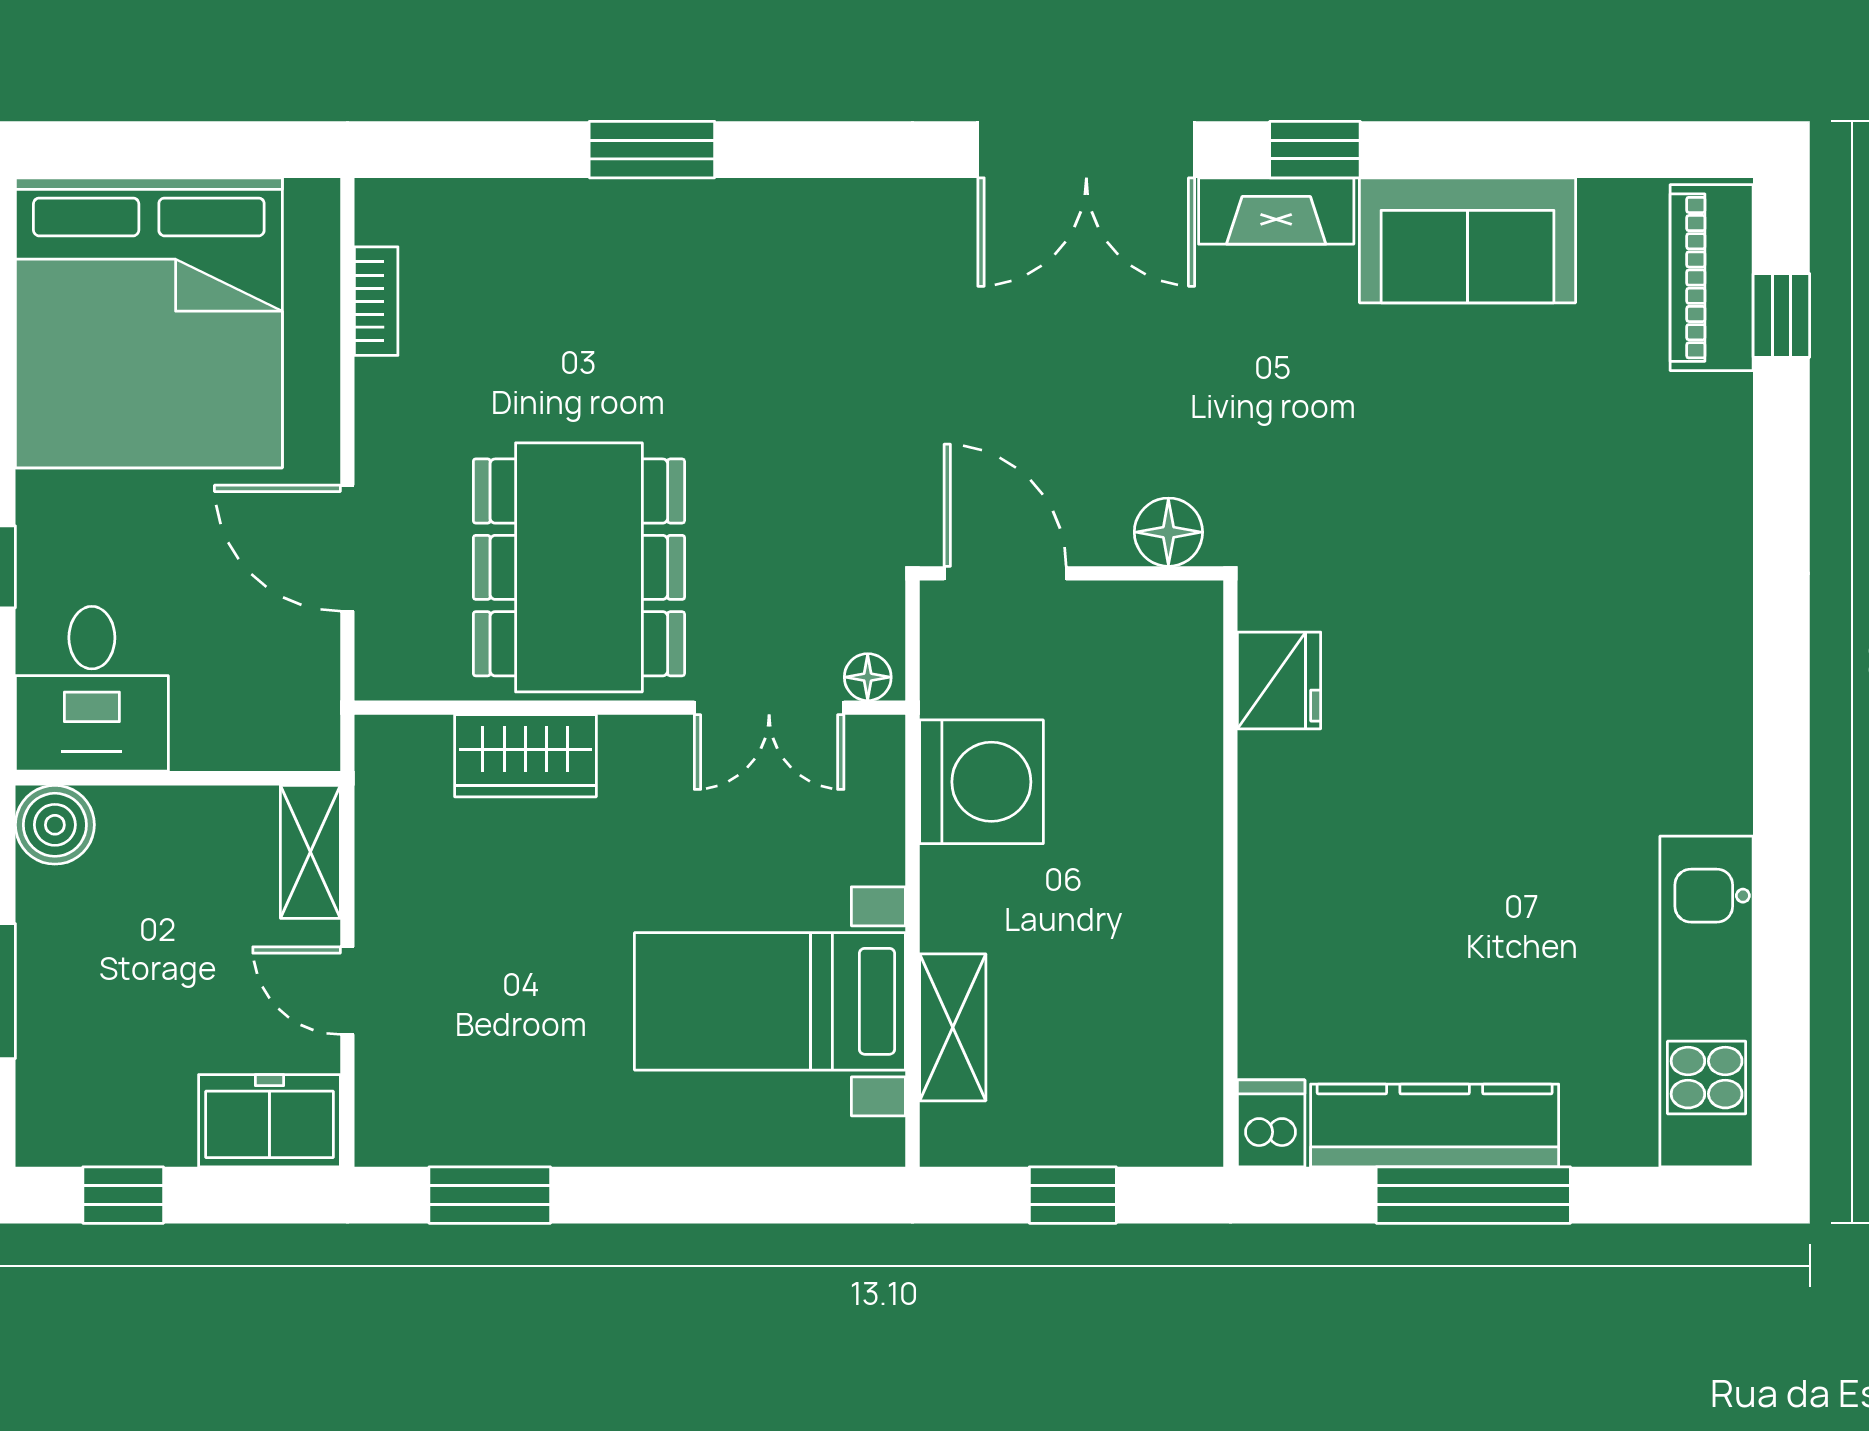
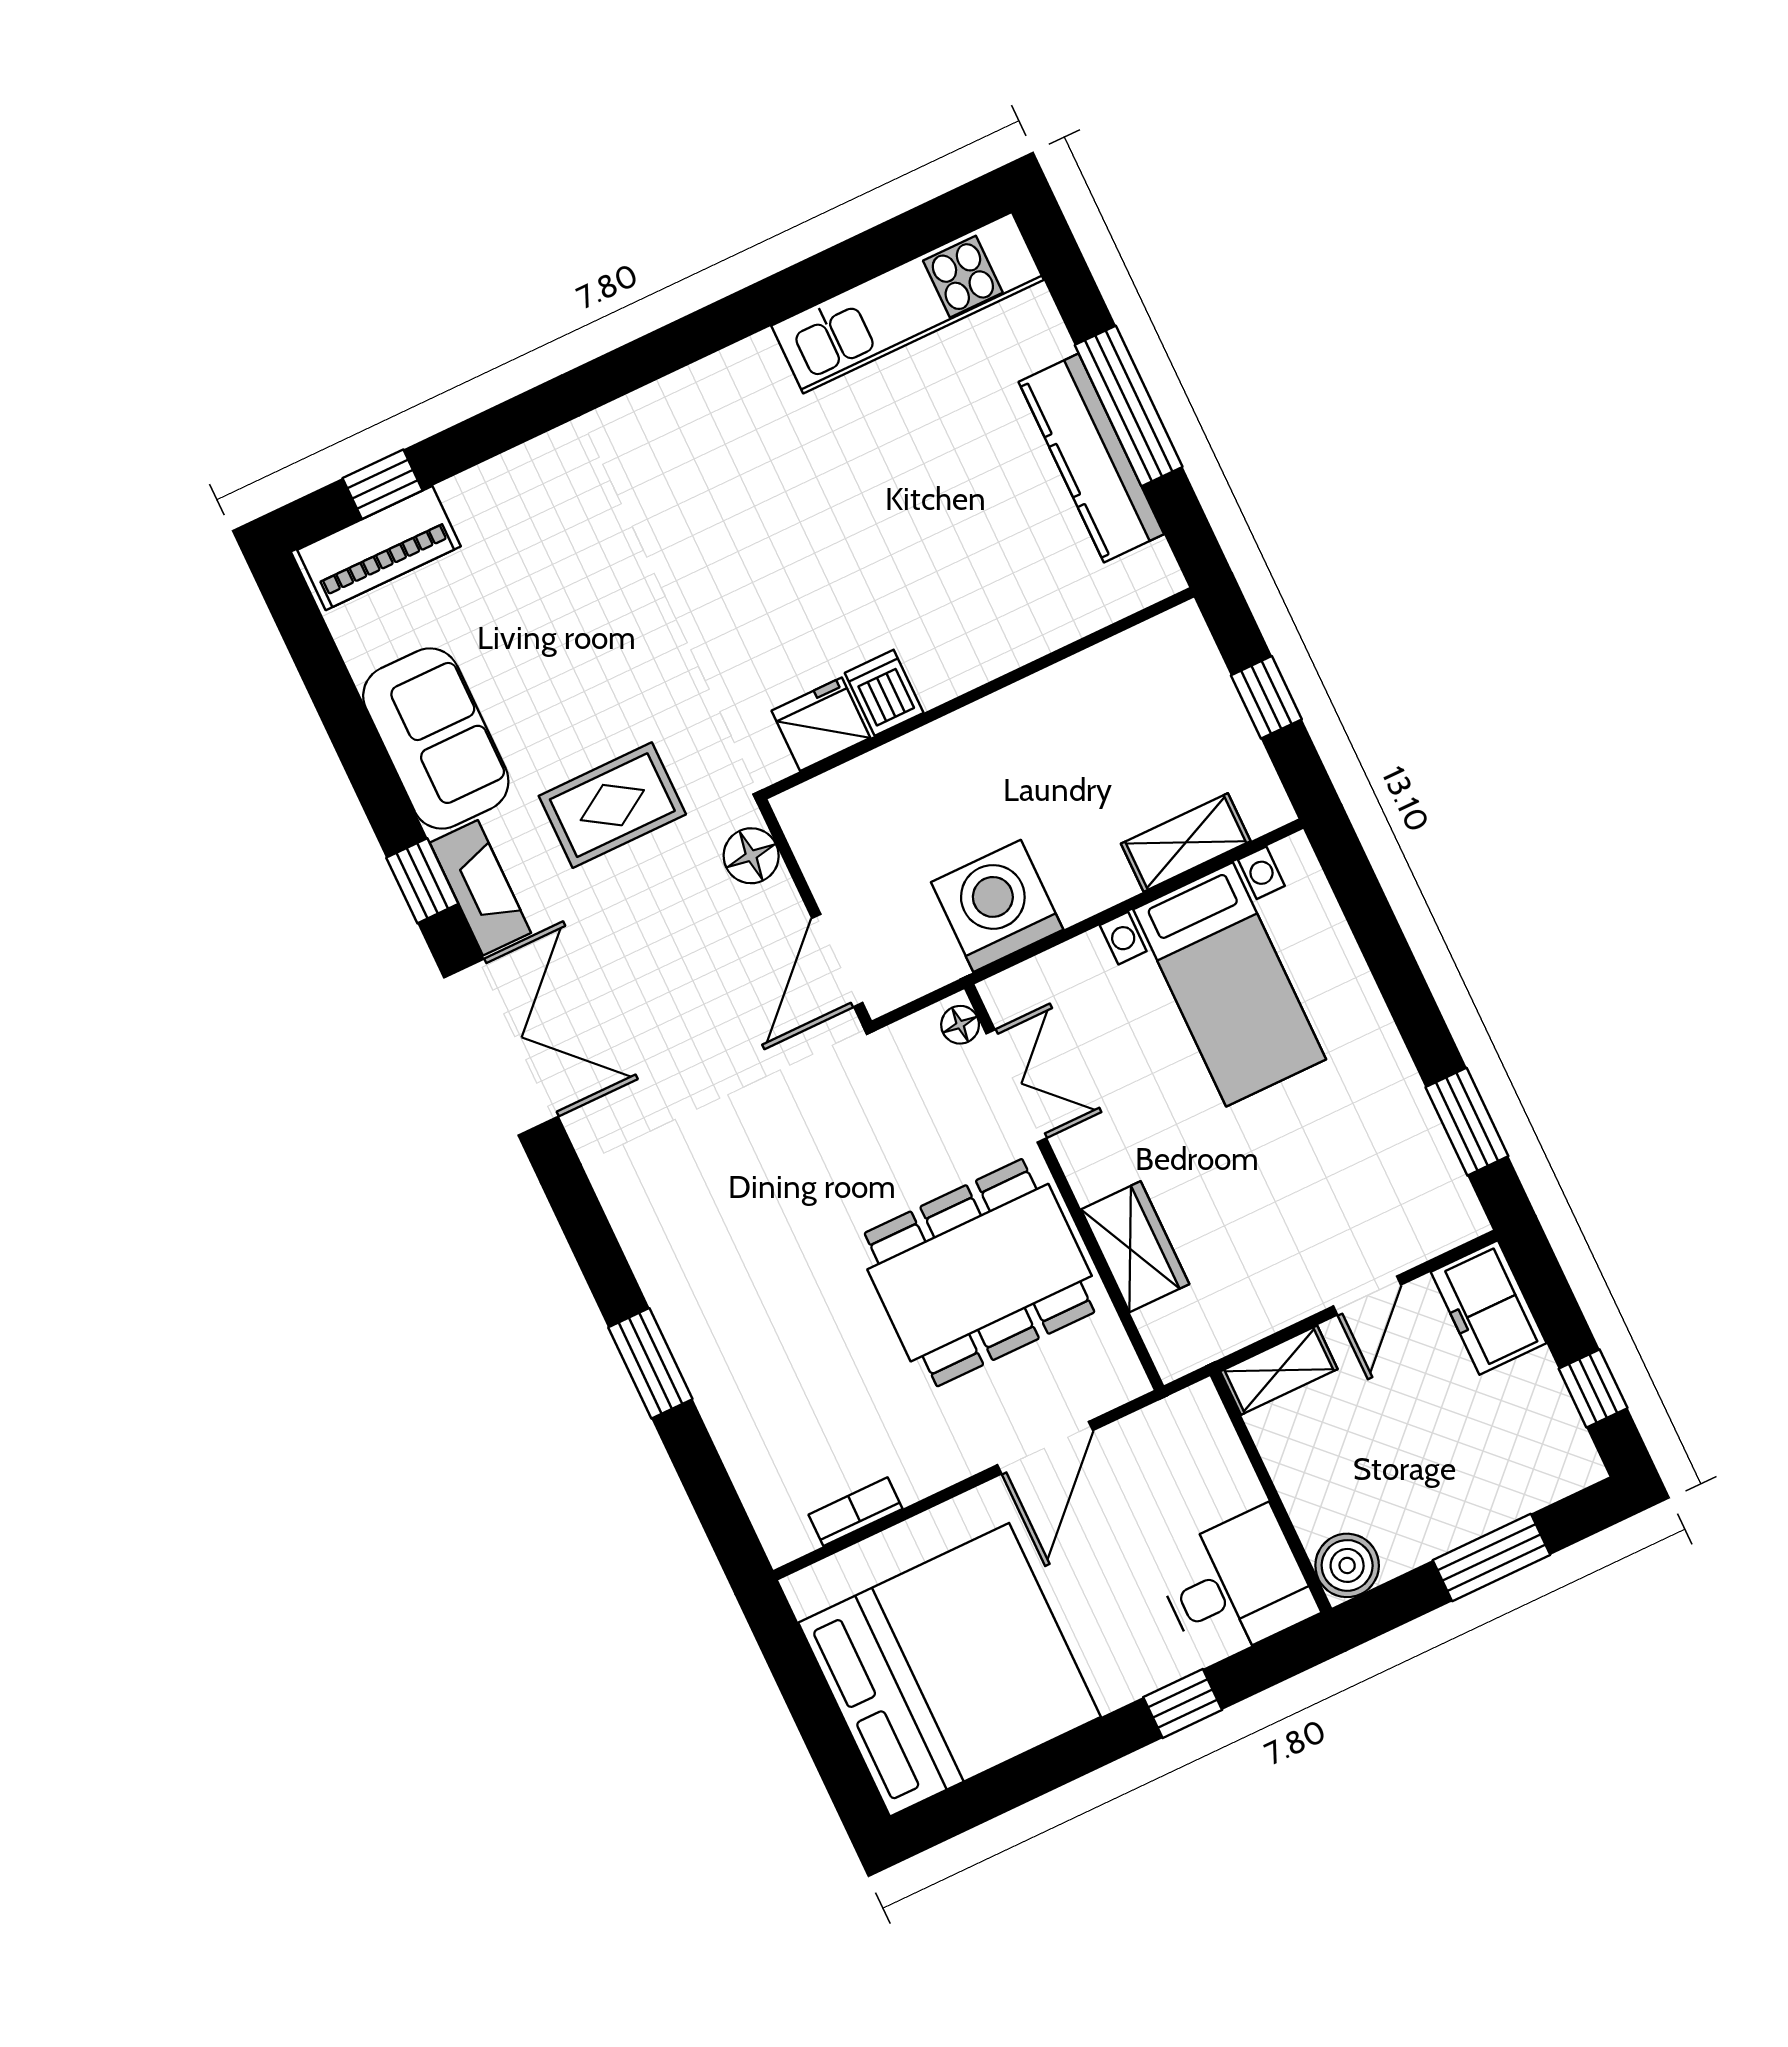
rug: (1299, 403) -> (612, 805), added
dishwasher: (1271, 1123) -> (884, 693), moved, turned 90

